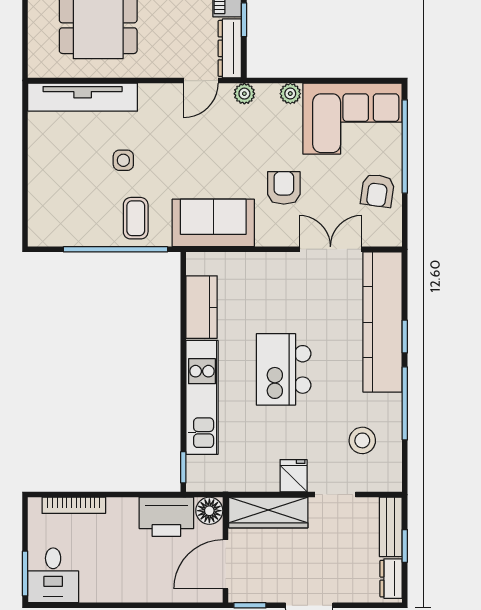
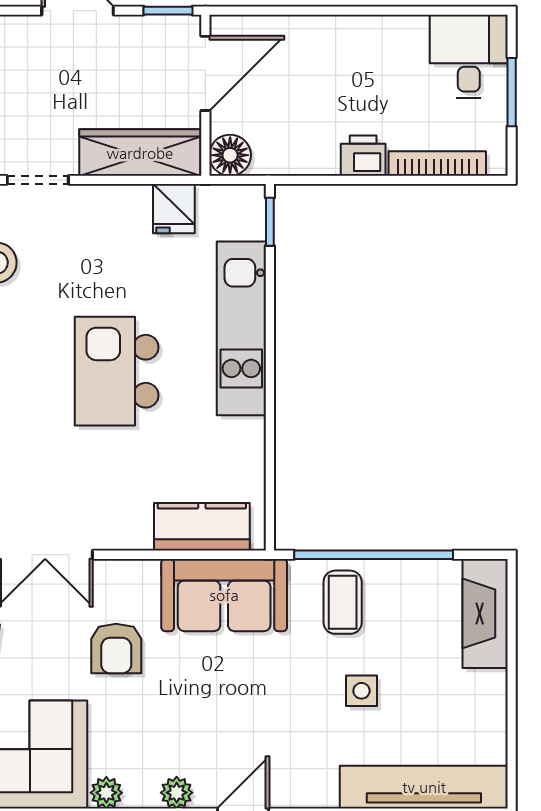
fireplace: (42, 211) -> (485, 613), added
kitchen counter: (202, 307) -> (202, 527), moved, turned 90
kitchen island: (284, 369) -> (117, 371), turned 180
fridge: (294, 476) -> (174, 209), moved
printer: (166, 517) -> (363, 156), moved, width x0.53, depth x0.68
window: (25, 574) -> (512, 92), moved

